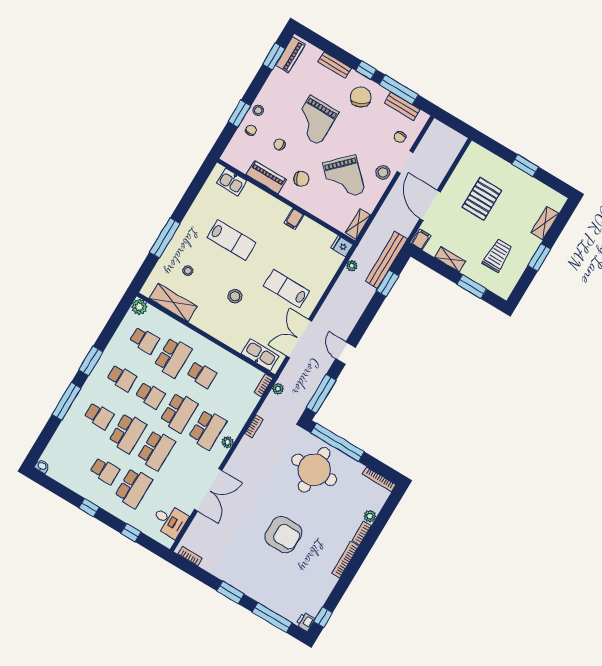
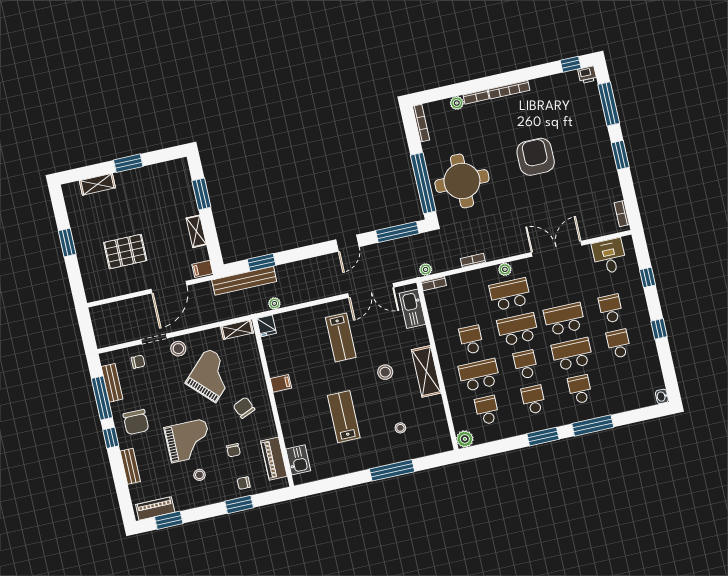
chair: (361, 97) -> (136, 422), turned -64
stool: (258, 110) -> (199, 475), moved
piano: (266, 177) -> (274, 459), moved
trolley: (497, 255) -> (158, 197), removed
shelving: (173, 302) -> (426, 371), moved
school desk: (133, 488) -> (611, 309), width x0.54

